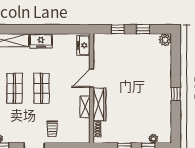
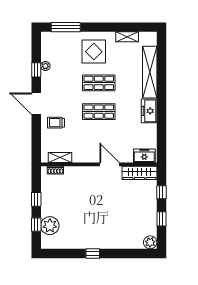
wardrobe: (100, 104) -> (139, 173), moved
shelving: (85, 107) -> (60, 158), moved
plant: (153, 139) -> (50, 226), width x1.87, depth x1.87

